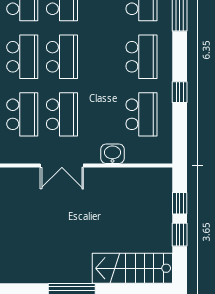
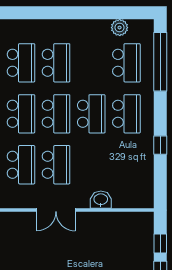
school desk: (141, 114) -> (91, 114), moved

